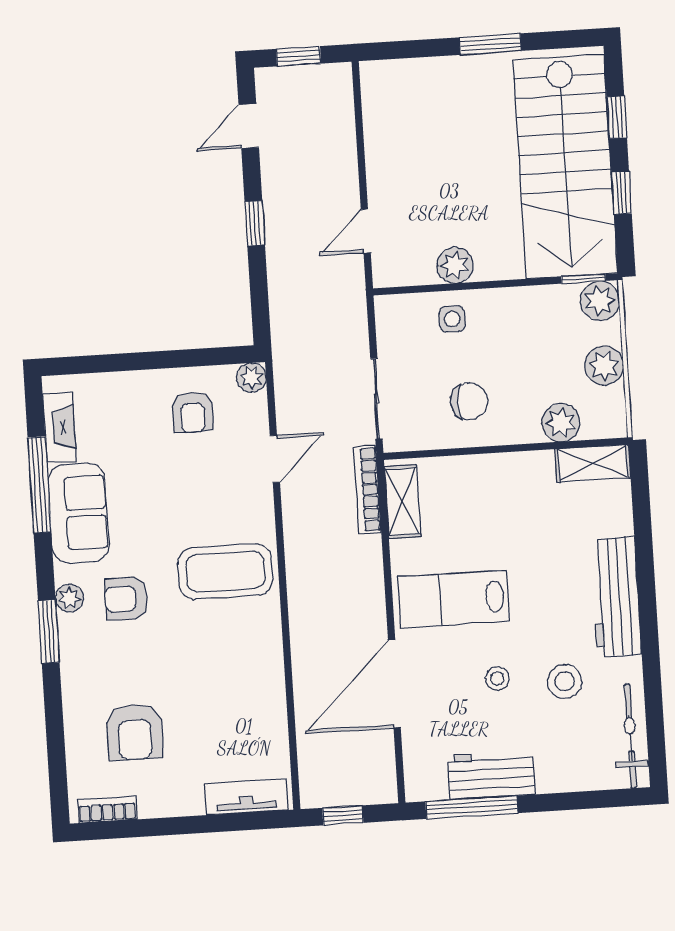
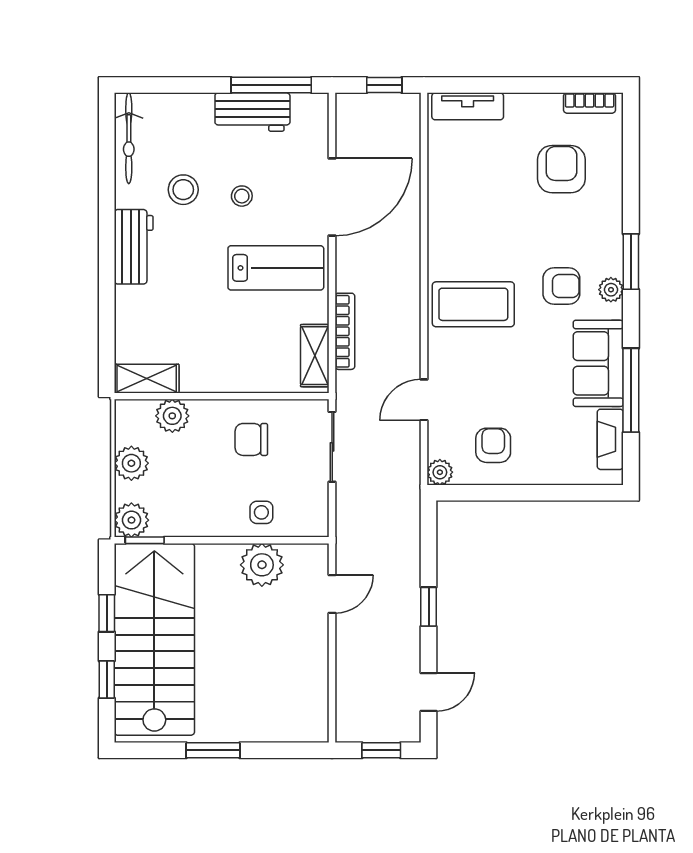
plant: (455, 265) -> (262, 565), width x1.36, depth x1.36
bookcase: (367, 490) -> (345, 331), moved
workbench: (616, 597) -> (134, 247), width x0.73

